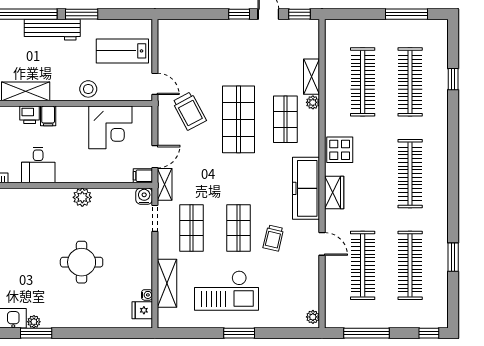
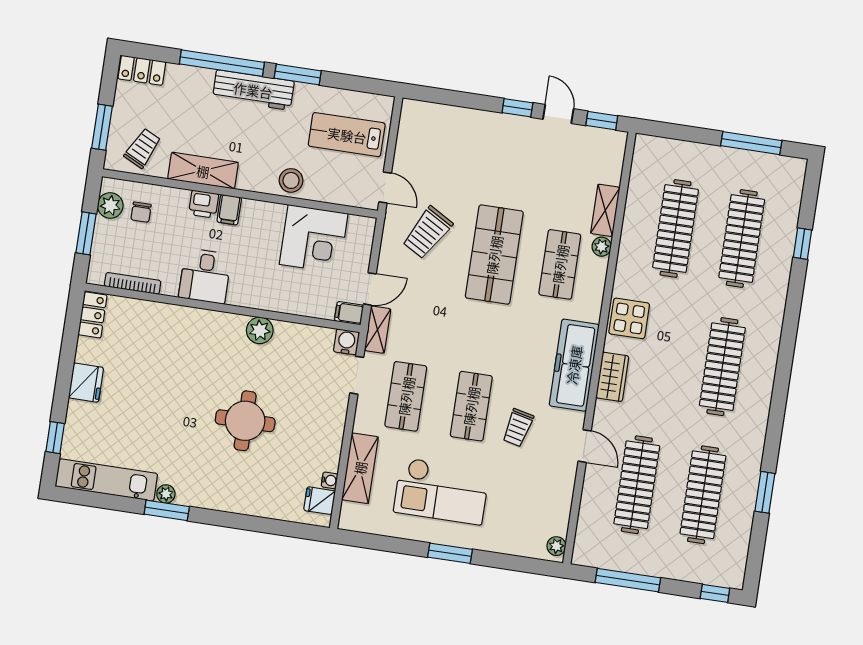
trolley: (189, 111) -> (427, 233), turned 58

